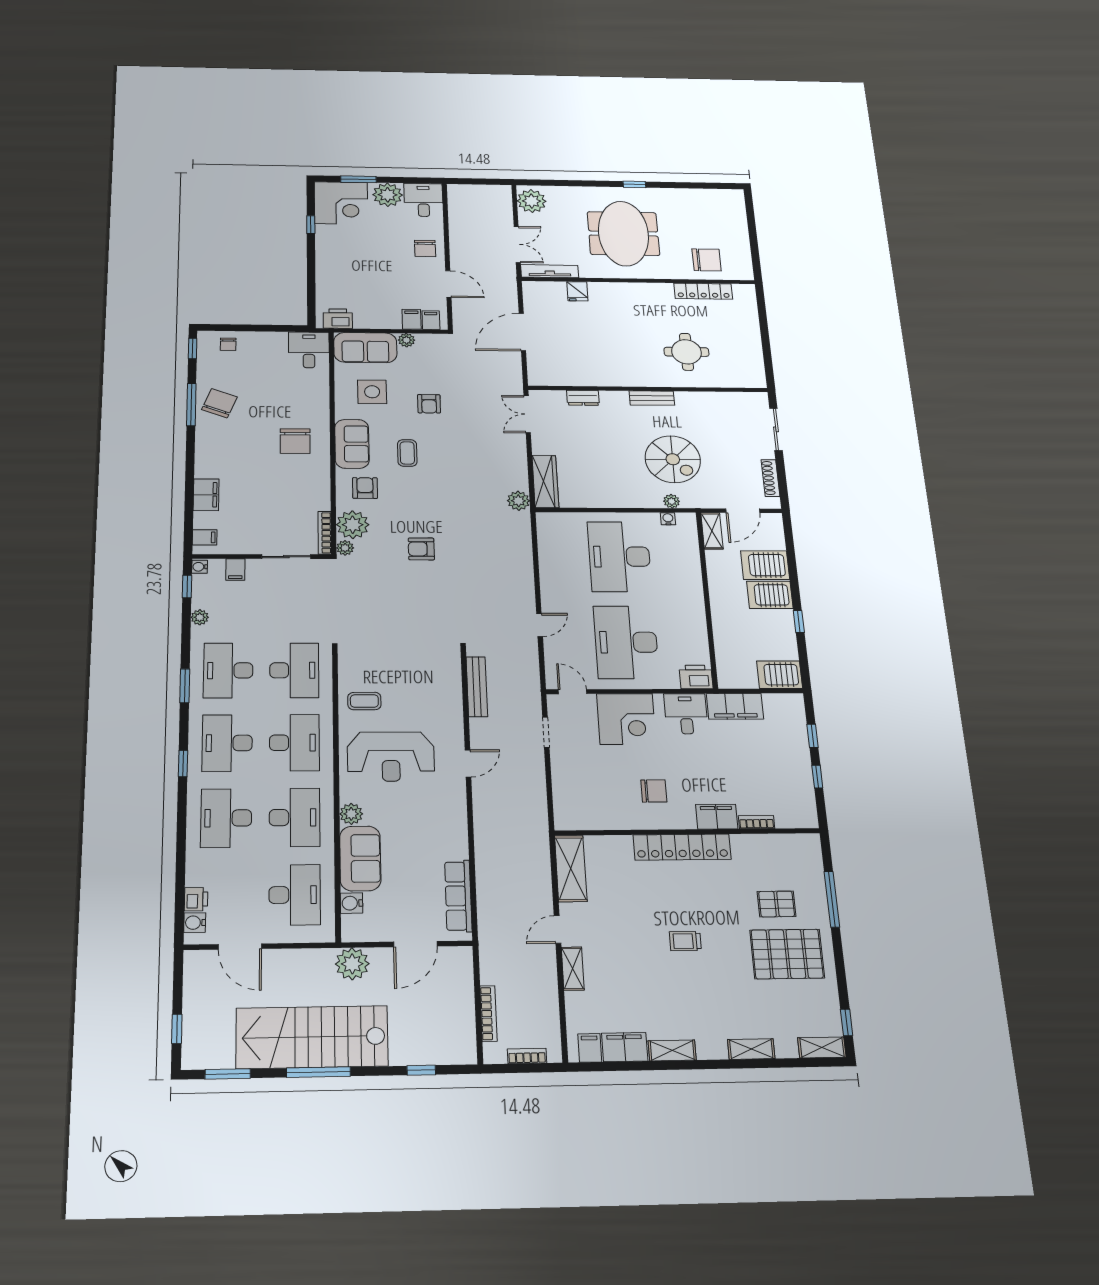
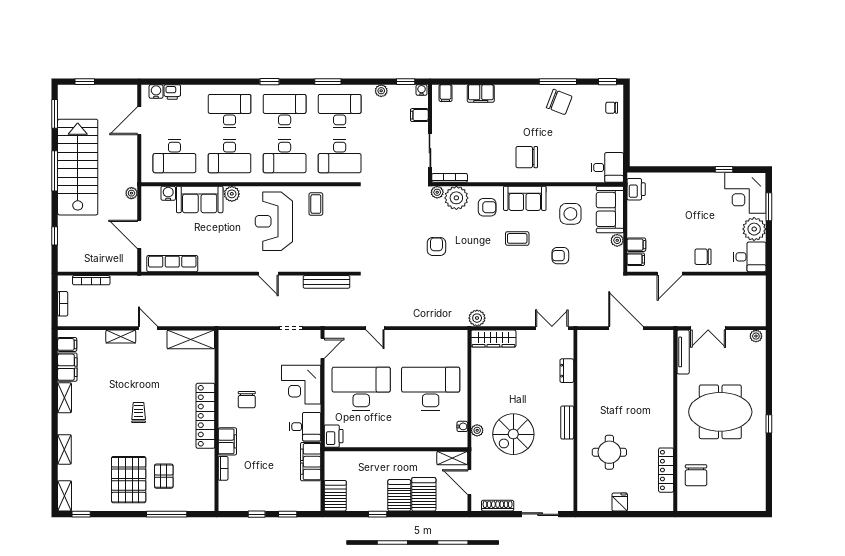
plant: (532, 201) -> (756, 336), width x0.53, depth x0.53
fridge: (577, 291) -> (620, 502), moved, turned 90
plant: (352, 964) -> (131, 193), width x0.53, depth x0.53

